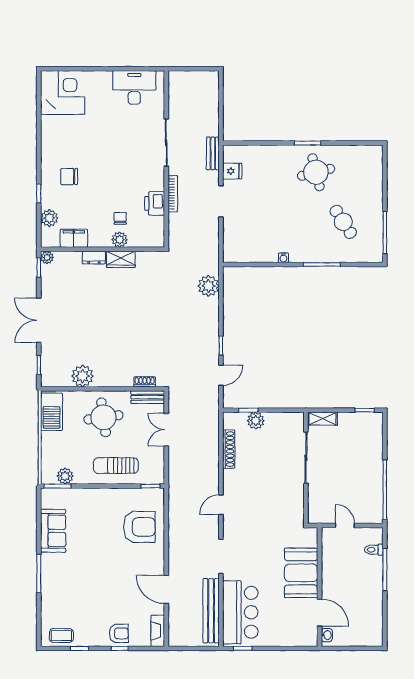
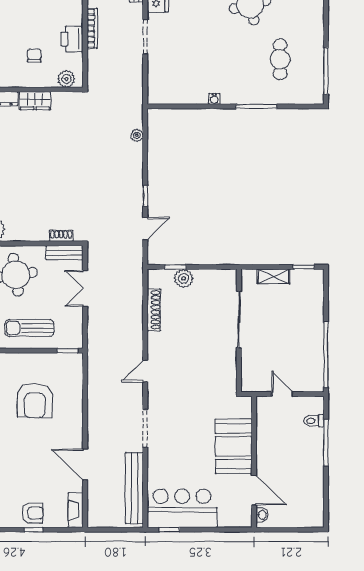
cafe table: (343, 222) -> (280, 59), turned 33
plant: (120, 240) -> (66, 79), moved
plant: (208, 286) -> (137, 135), width x0.53, depth x0.53
shelving: (322, 419) -> (273, 276), moved
armchair: (139, 527) -> (35, 400), moved, turned 91
bar counter: (240, 612) -> (182, 508), moved, turned -90

